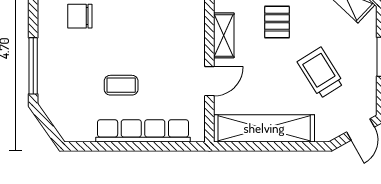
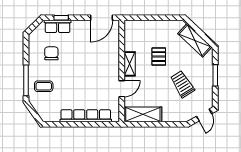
chair: (80, 16) -> (51, 53), turned 90
coffee table: (121, 85) -> (44, 86), moved
shelving: (264, 128) -> (143, 114), width x0.68

